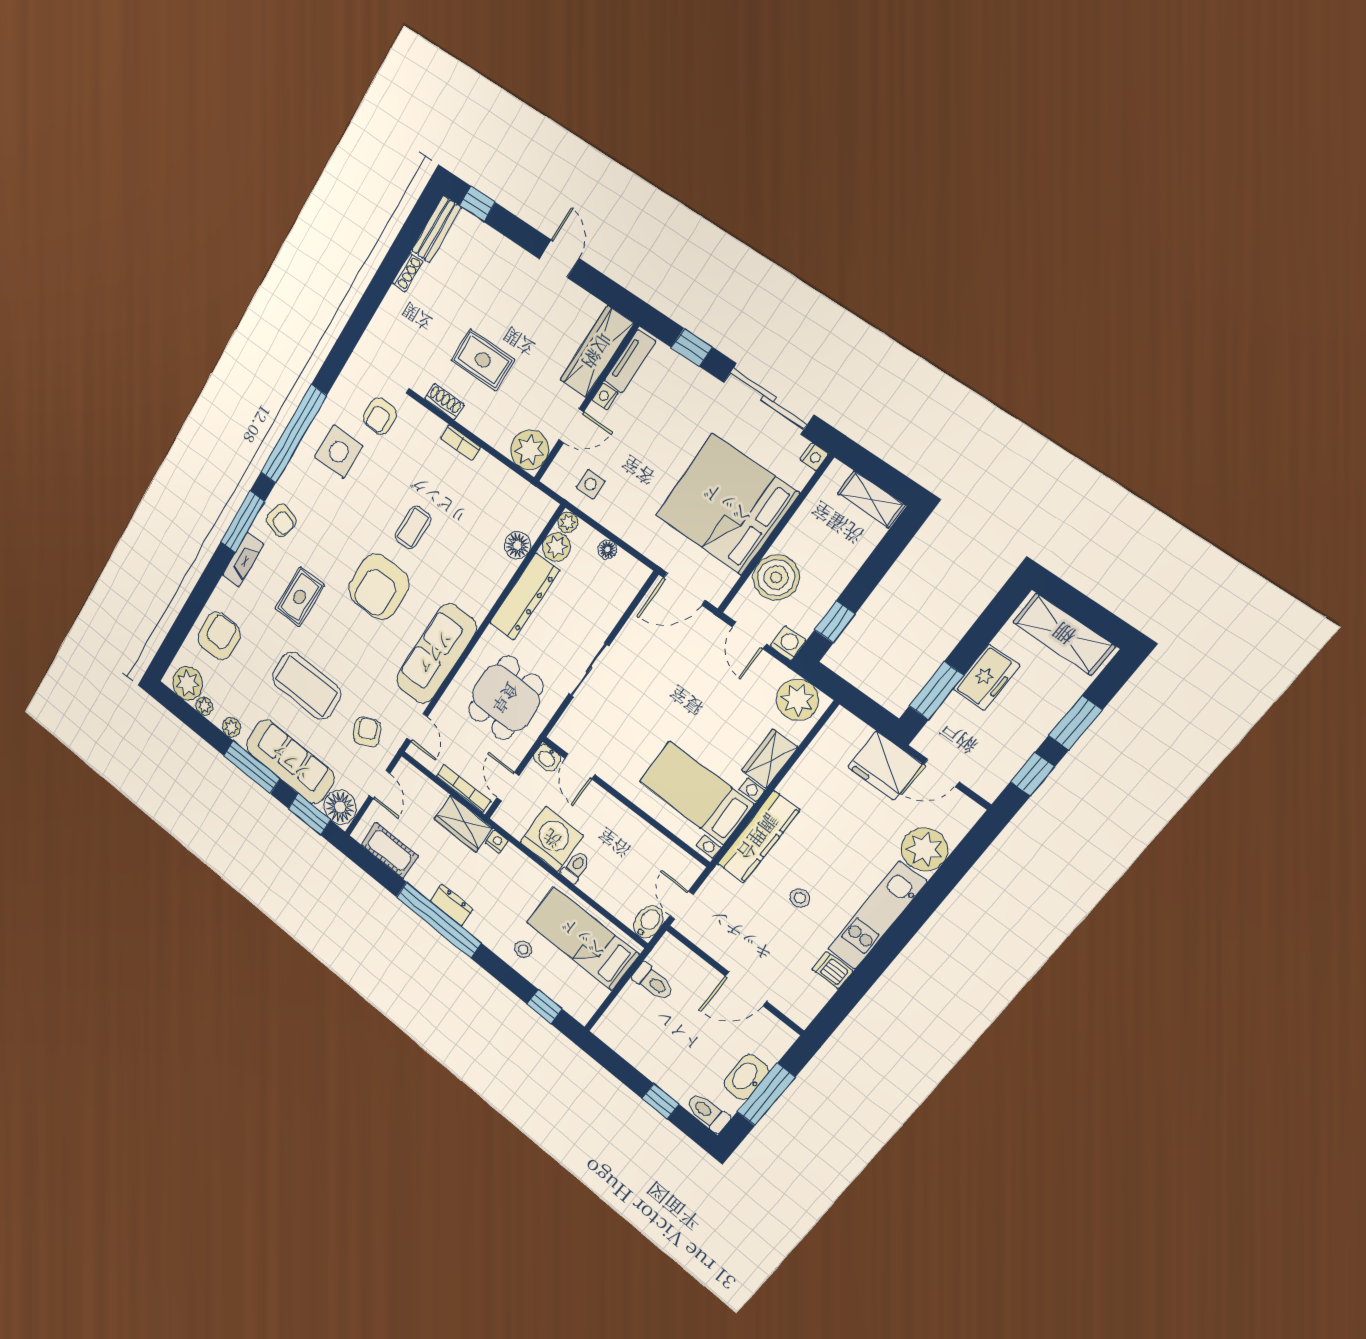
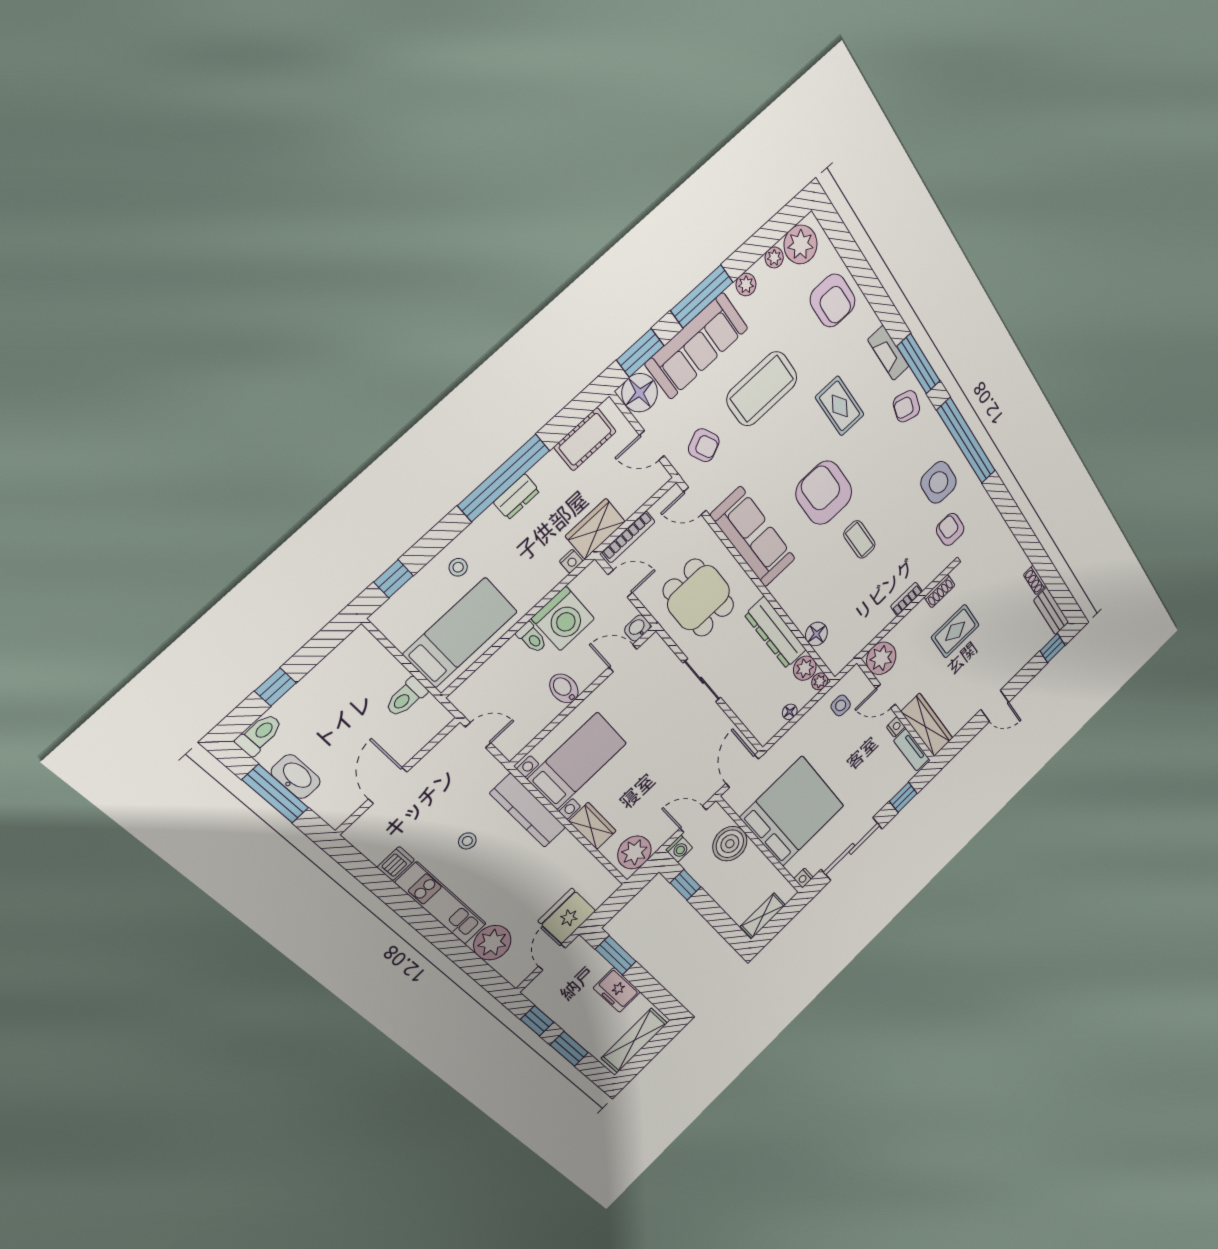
door: (571, 426) -> (886, 696), hinge flipped
bidet: (648, 922) -> (564, 688), moved, turned 180

